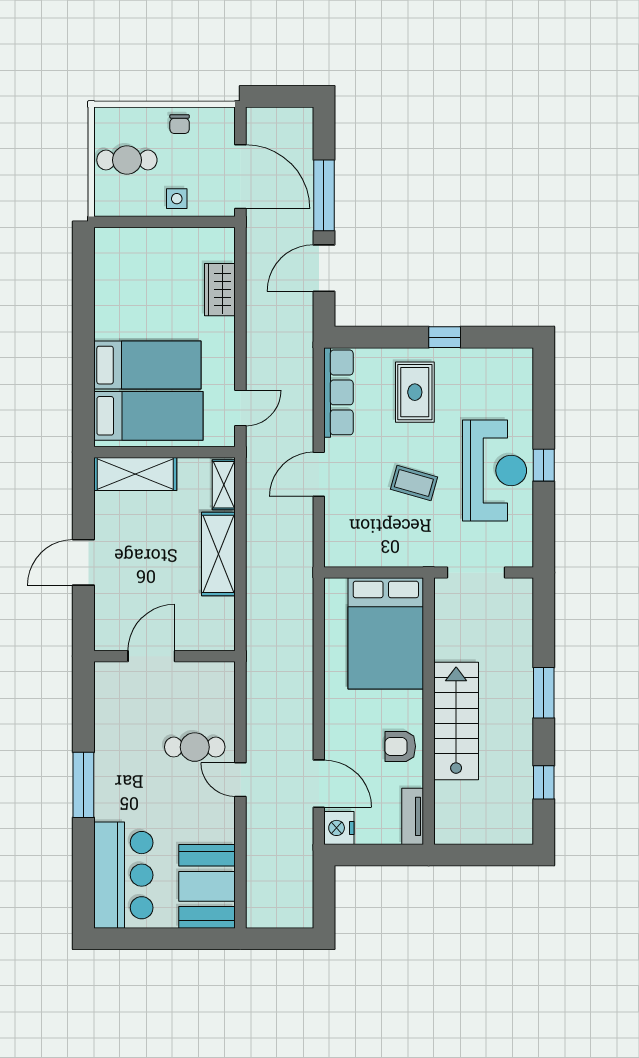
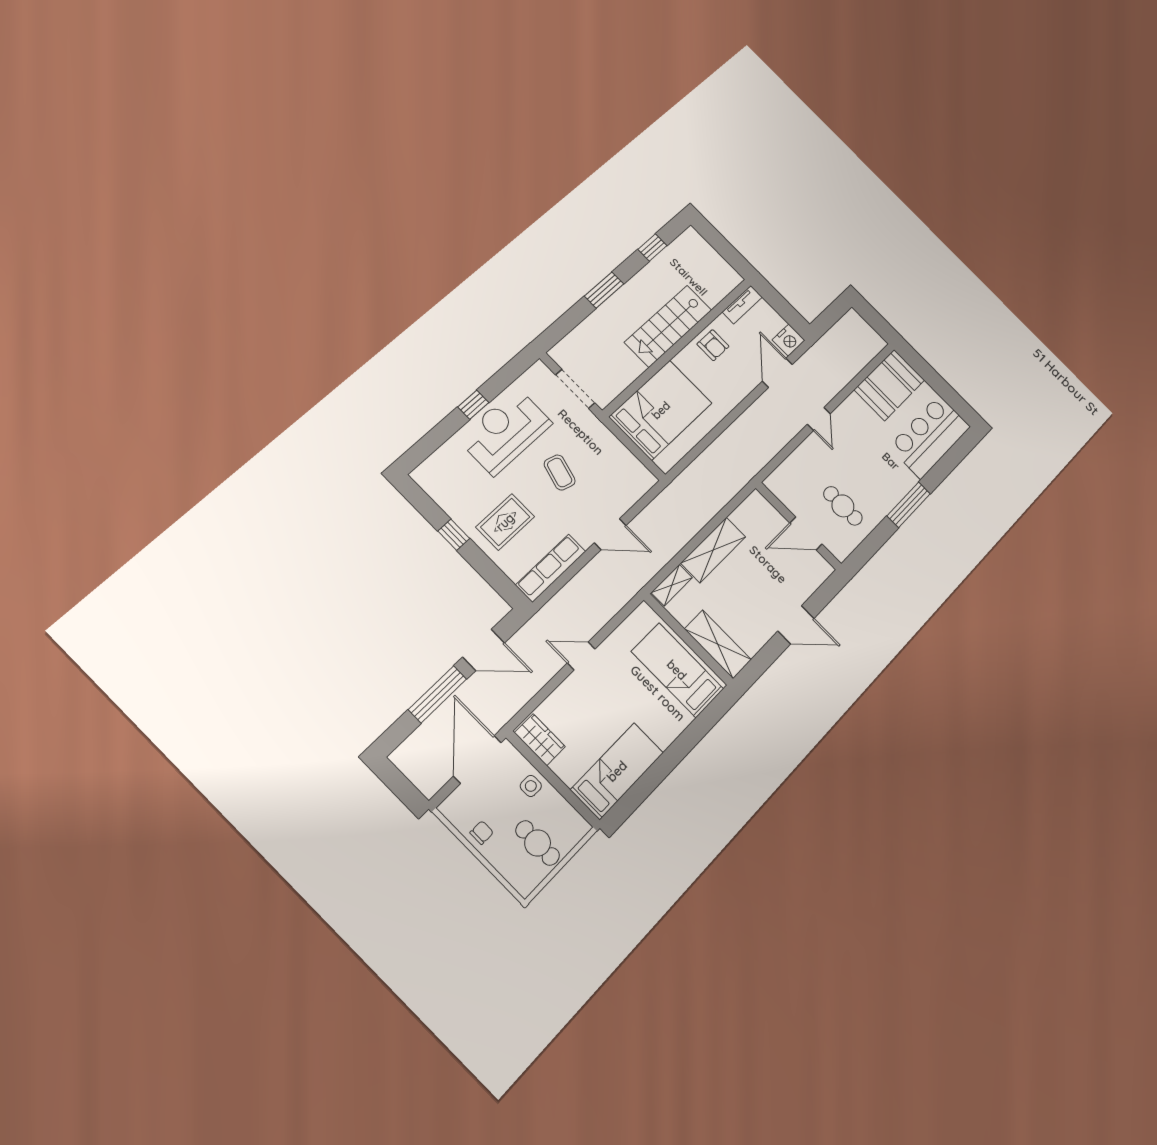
wardrobe: (220, 290) -> (540, 740), moved, turned -90
bed: (147, 365) -> (617, 771), moved, turned 90
door: (240, 408) -> (581, 656), moved
cafe table: (195, 747) -> (843, 506), moved

